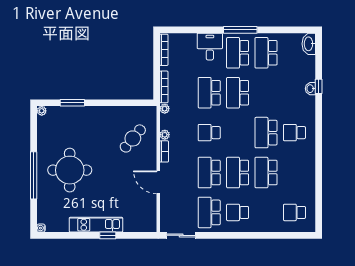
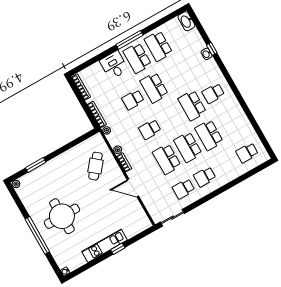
school desk: (209, 93) -> (133, 100), width x0.54
school desk: (209, 212) -> (184, 189), width x0.54

